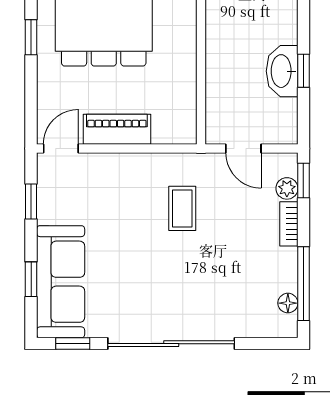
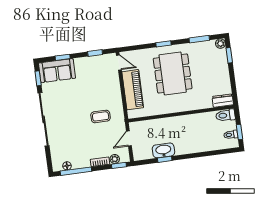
piano: (117, 129) -> (133, 90), width x1.37, depth x1.33
sofa: (61, 282) -> (57, 71), width x0.73

